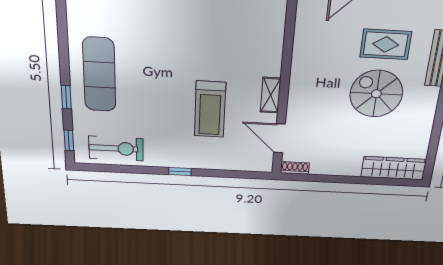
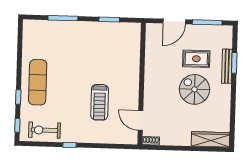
shelving: (270, 95) -> (134, 92), removed
exercise bike: (116, 148) -> (45, 130), turned 180
window: (180, 172) -> (70, 145), moved

